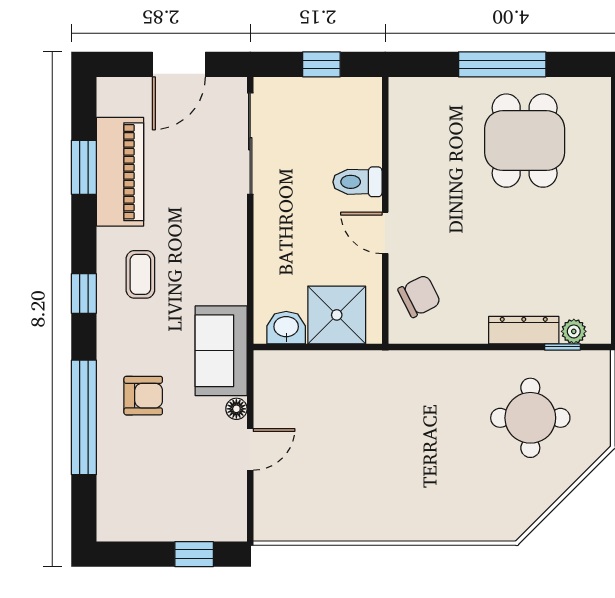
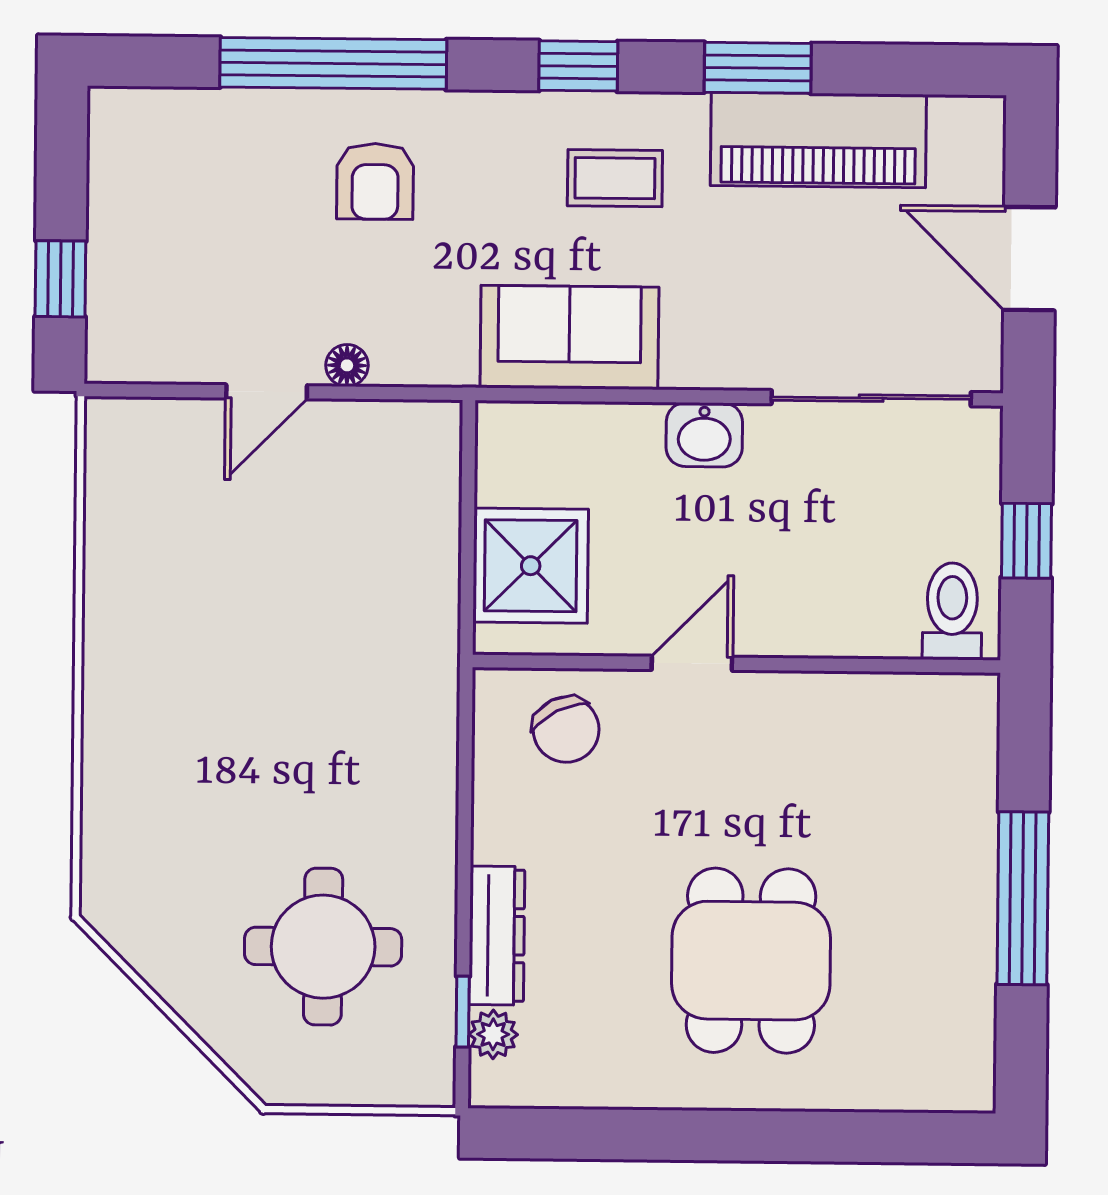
dining table: (525, 141) -> (751, 961), moved, turned 90
window: (84, 167) -> (758, 68), moved
toilet: (358, 182) -> (952, 611), moved
washbasin: (286, 328) -> (704, 435), moved, turned 90
sofa: (221, 351) -> (569, 337), moved
door: (250, 449) -> (267, 392), hinge flipped

